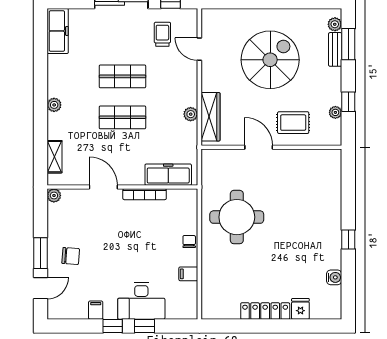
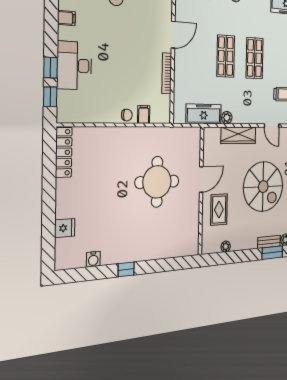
door: (199, 49) -> (272, 126), swing flipped
window: (348, 102) -> (233, 257), removed
wardrobe: (210, 117) -> (238, 135), moved
freezer: (168, 175) -> (204, 114), moved, turned -90
round table: (237, 217) -> (157, 182), moved
filing cabinet: (188, 274) -> (144, 114), moved
locker: (265, 311) -> (64, 152), moved
window: (113, 326) -> (50, 97), moved

